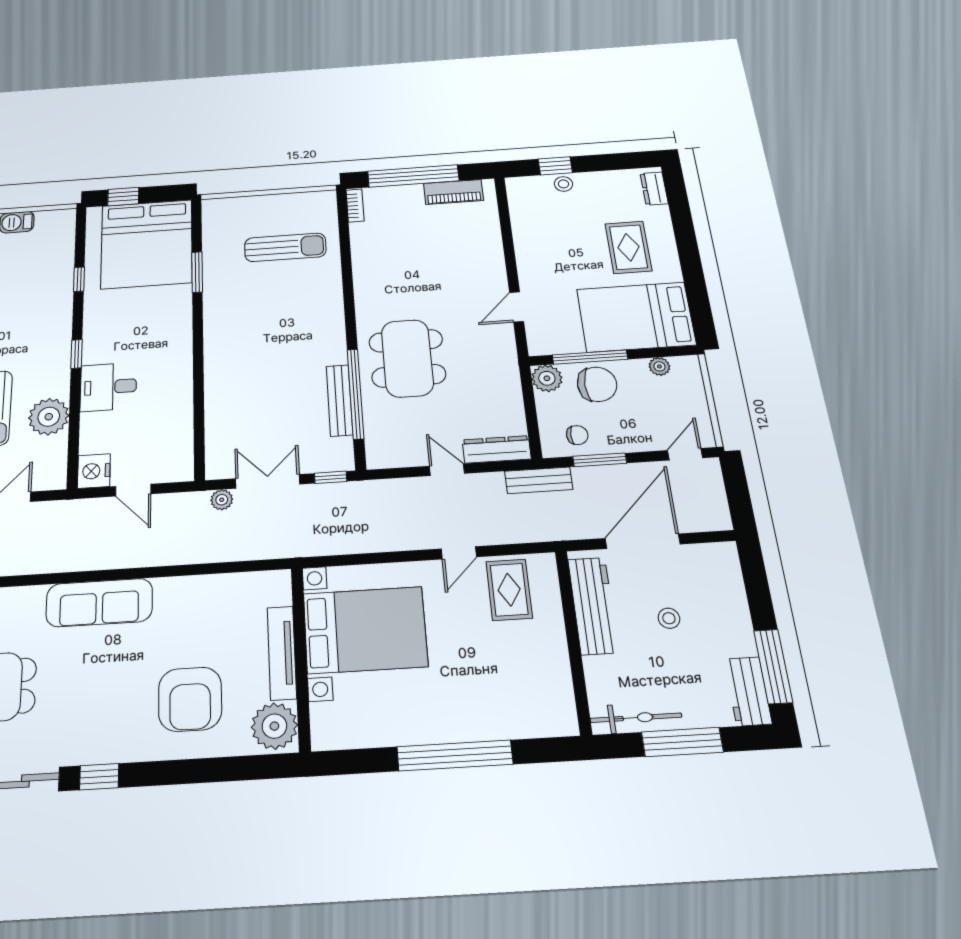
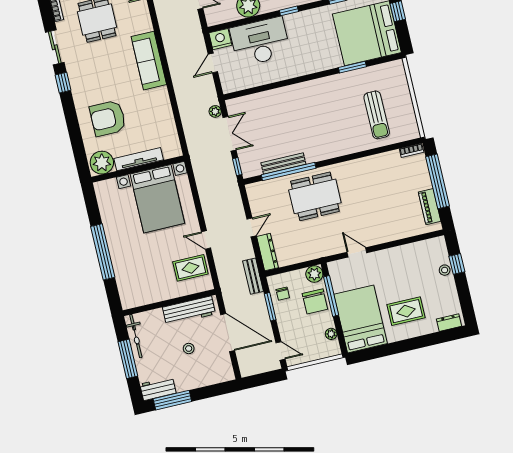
desk: (108, 387) -> (260, 42), width x1.87, depth x1.30

